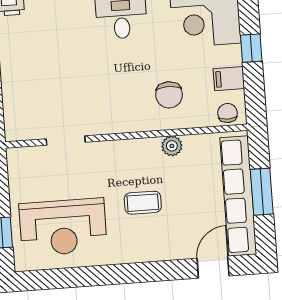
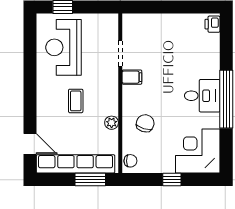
filing cabinet: (229, 79) -> (132, 77), moved, turned 90
chair: (169, 95) -> (145, 123), turned 107
window: (262, 192) -> (90, 179), moved

